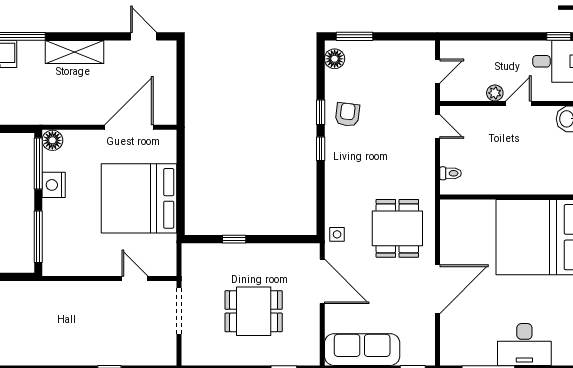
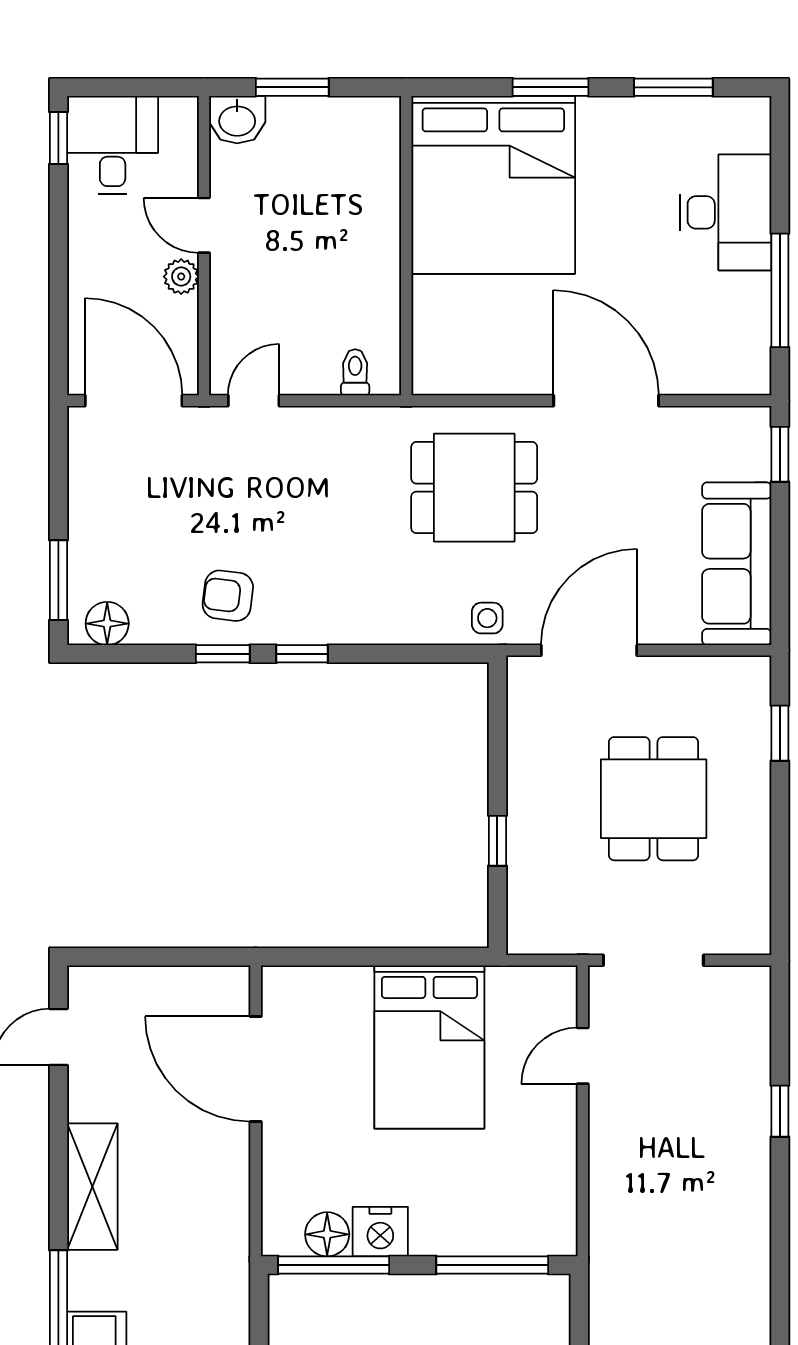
door: (437, 71) -> (134, 401), width x1.88
floor lamp: (52, 140) -> (327, 1234), moved
bed: (139, 198) -> (429, 1047), width x0.73

